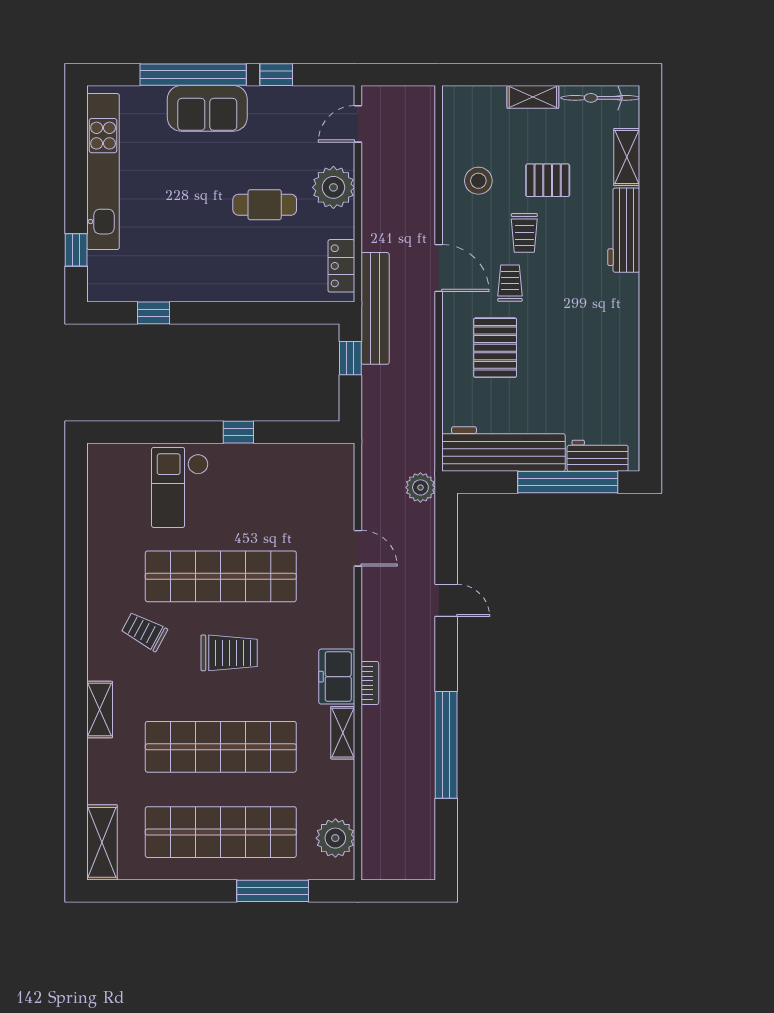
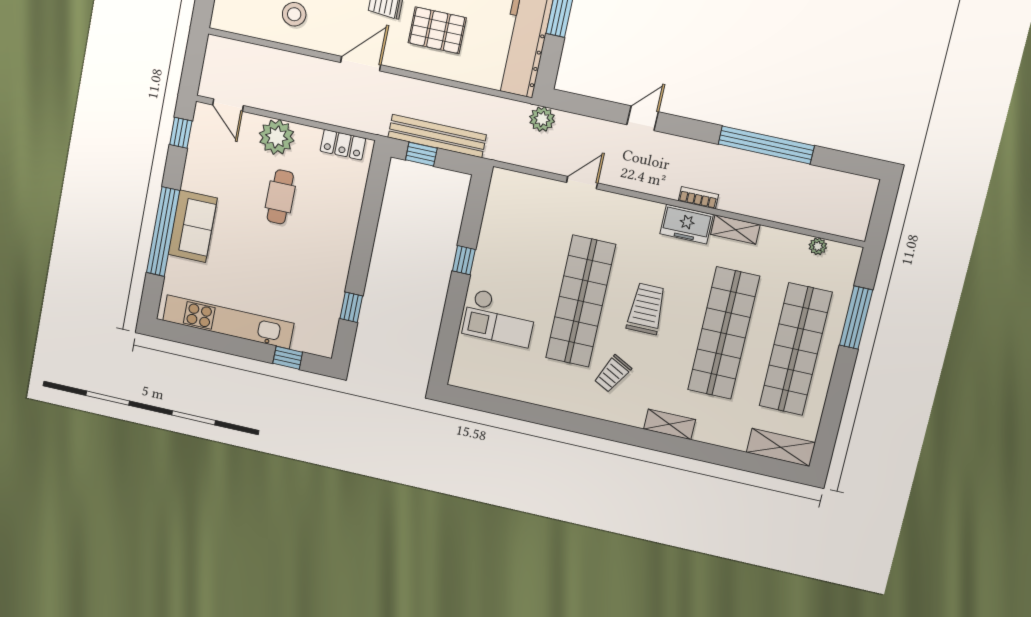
window: (276, 75) -> (181, 133), moved
bench: (375, 308) -> (437, 136), moved
plant: (335, 838) -> (818, 246), width x0.53, depth x0.53

